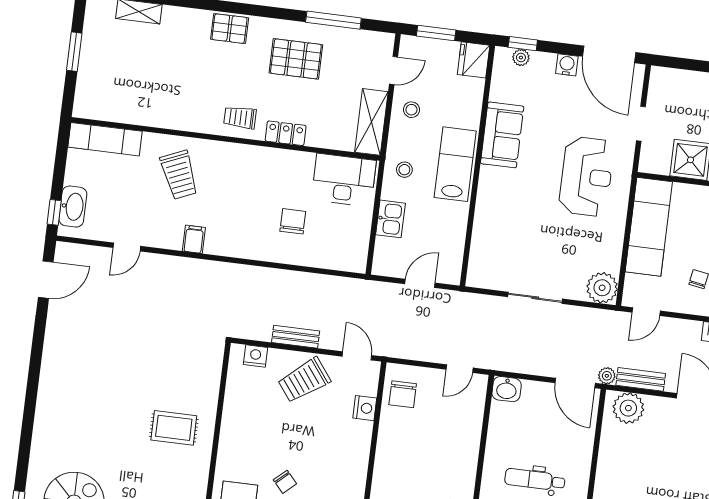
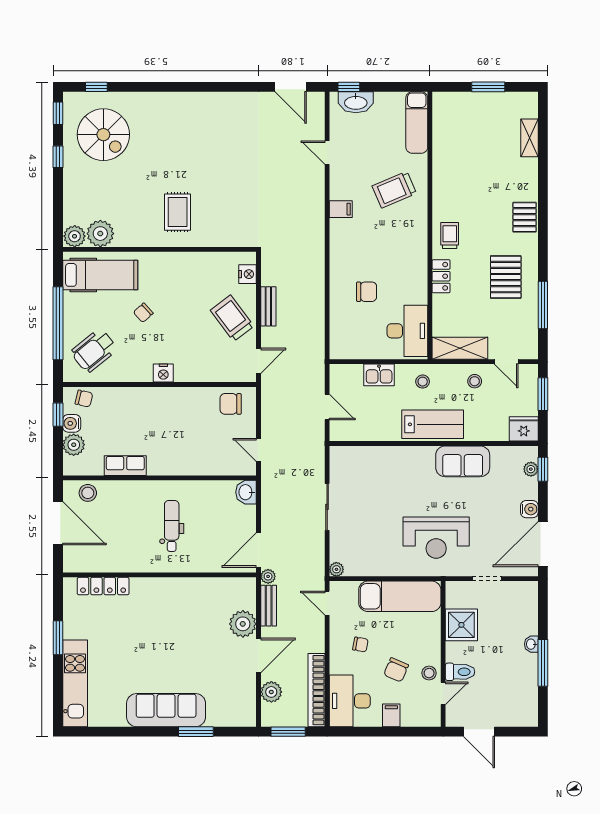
plant: (602, 288) -> (336, 569), width x0.53, depth x0.53
nightstand: (365, 408) -> (163, 373), moved
plant: (628, 408) -> (243, 624), moved

